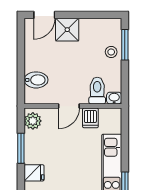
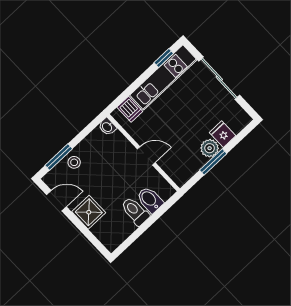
door: (44, 15) -> (57, 201), moved
toilet: (97, 91) -> (135, 211), moved, turned 90
dishwasher: (90, 118) -> (130, 109), moved, turned 90
plant: (33, 121) -> (210, 148), moved

